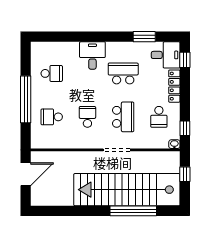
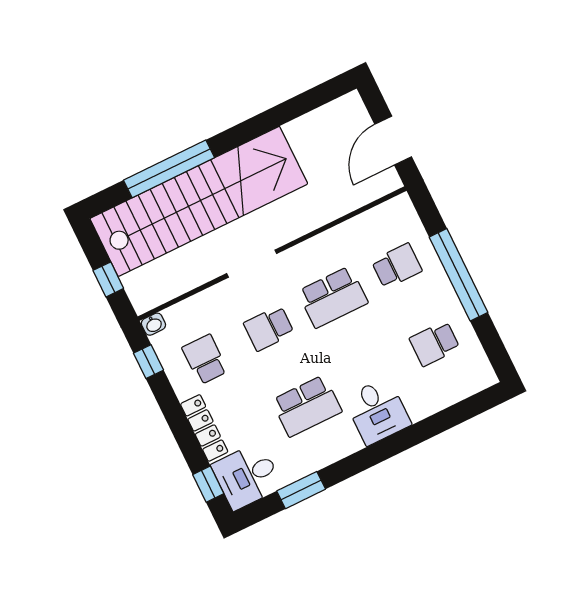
school desk: (87, 117) -> (333, 297), width x1.85
school desk: (123, 117) -> (269, 328), width x0.54

